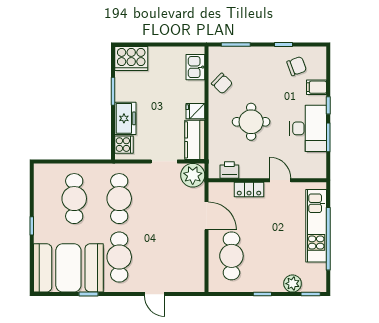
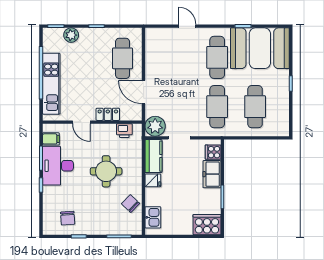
chair: (297, 66) -> (68, 218), turned -74
filing cabinet: (317, 87) -> (51, 139), moved

